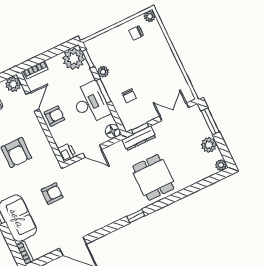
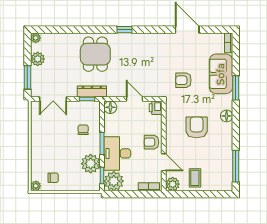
plant: (103, 72) -> (91, 164), width x1.88, depth x1.88
door: (32, 102) -> (164, 162), swing flipped
desk: (90, 103) -> (117, 153), moved

